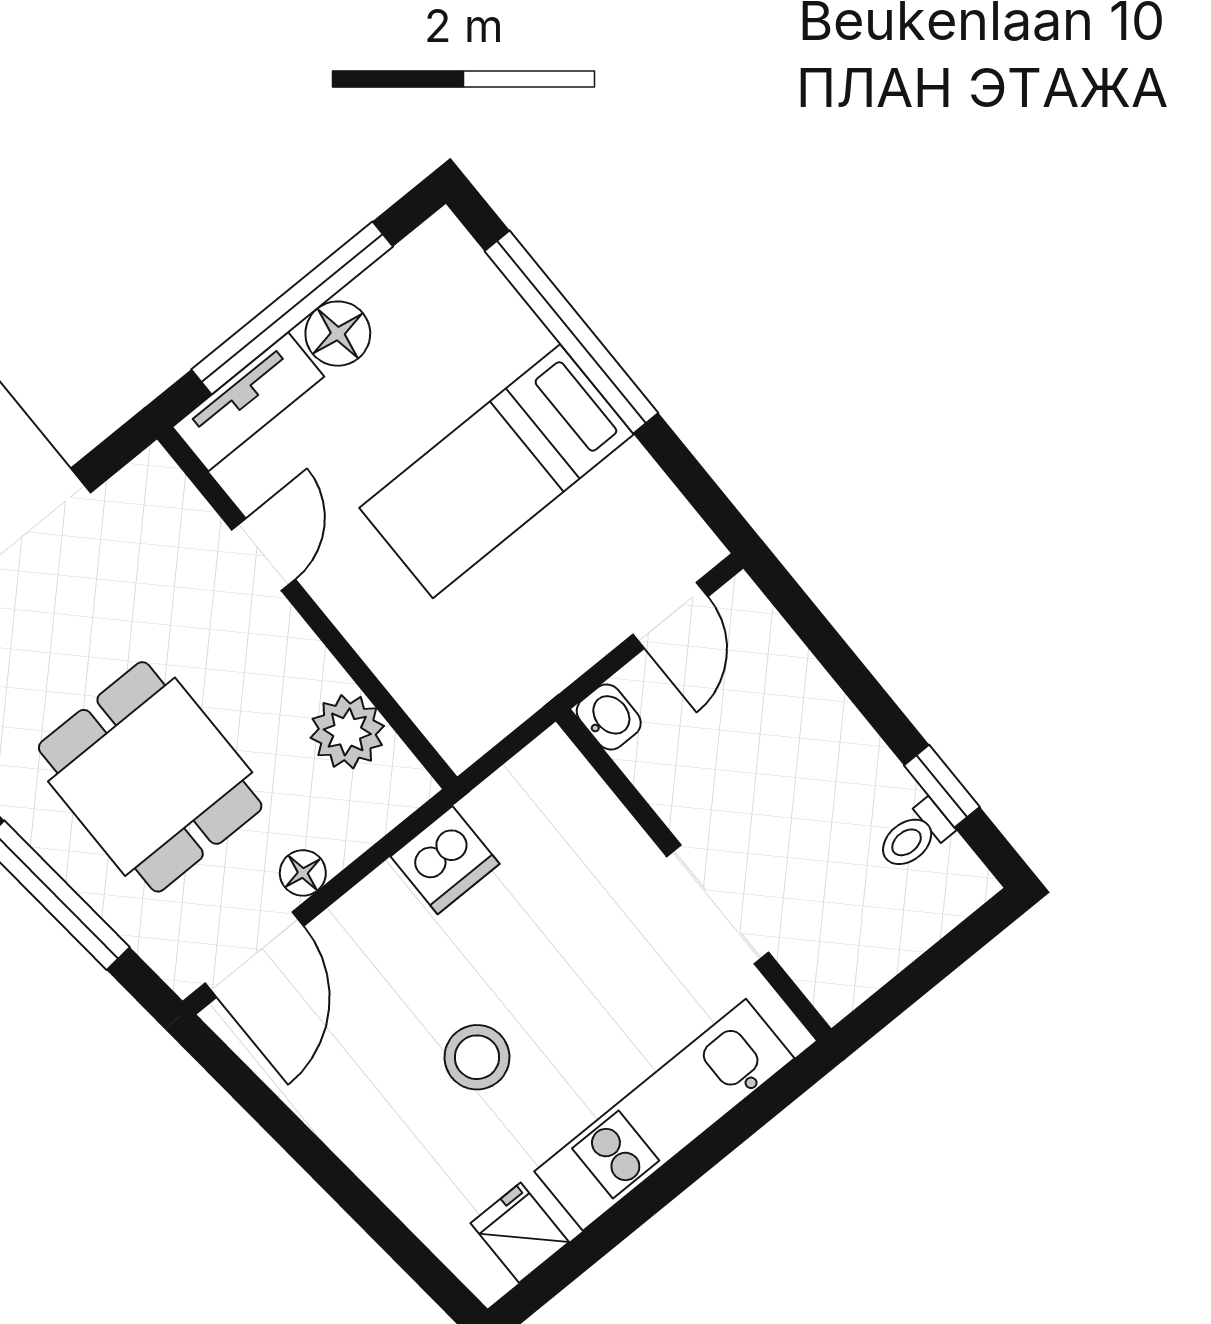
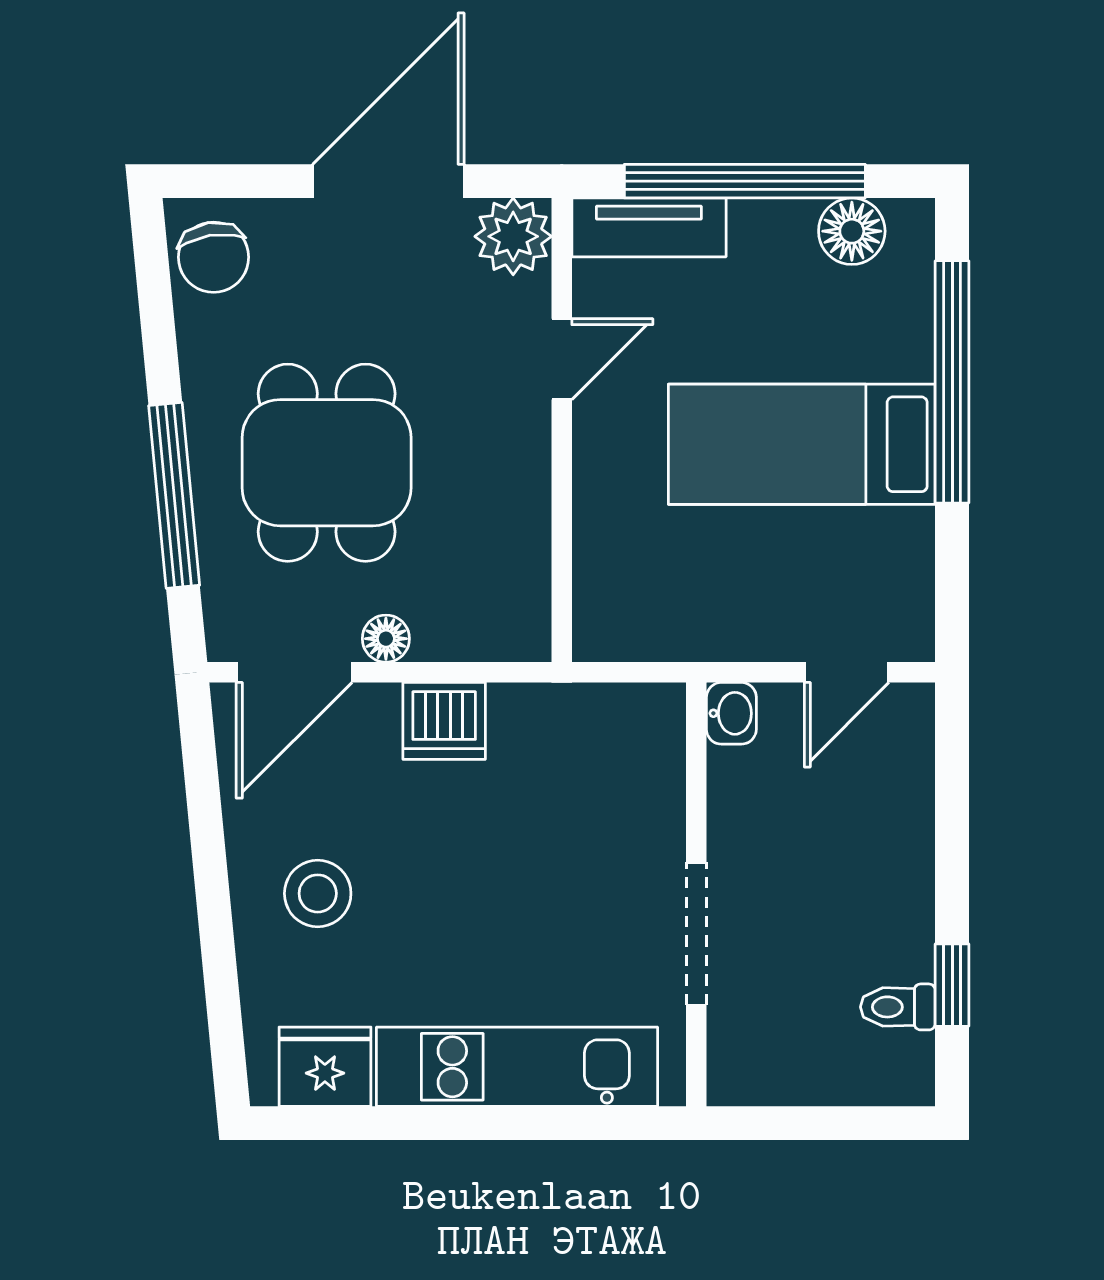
floor lamp: (338, 334) -> (852, 231), moved
plant: (347, 732) -> (513, 236), moved
dishwasher: (445, 860) -> (444, 721), moved
stool: (477, 1057) -> (318, 893), moved
fridge: (520, 1233) -> (325, 1067), width x1.38

